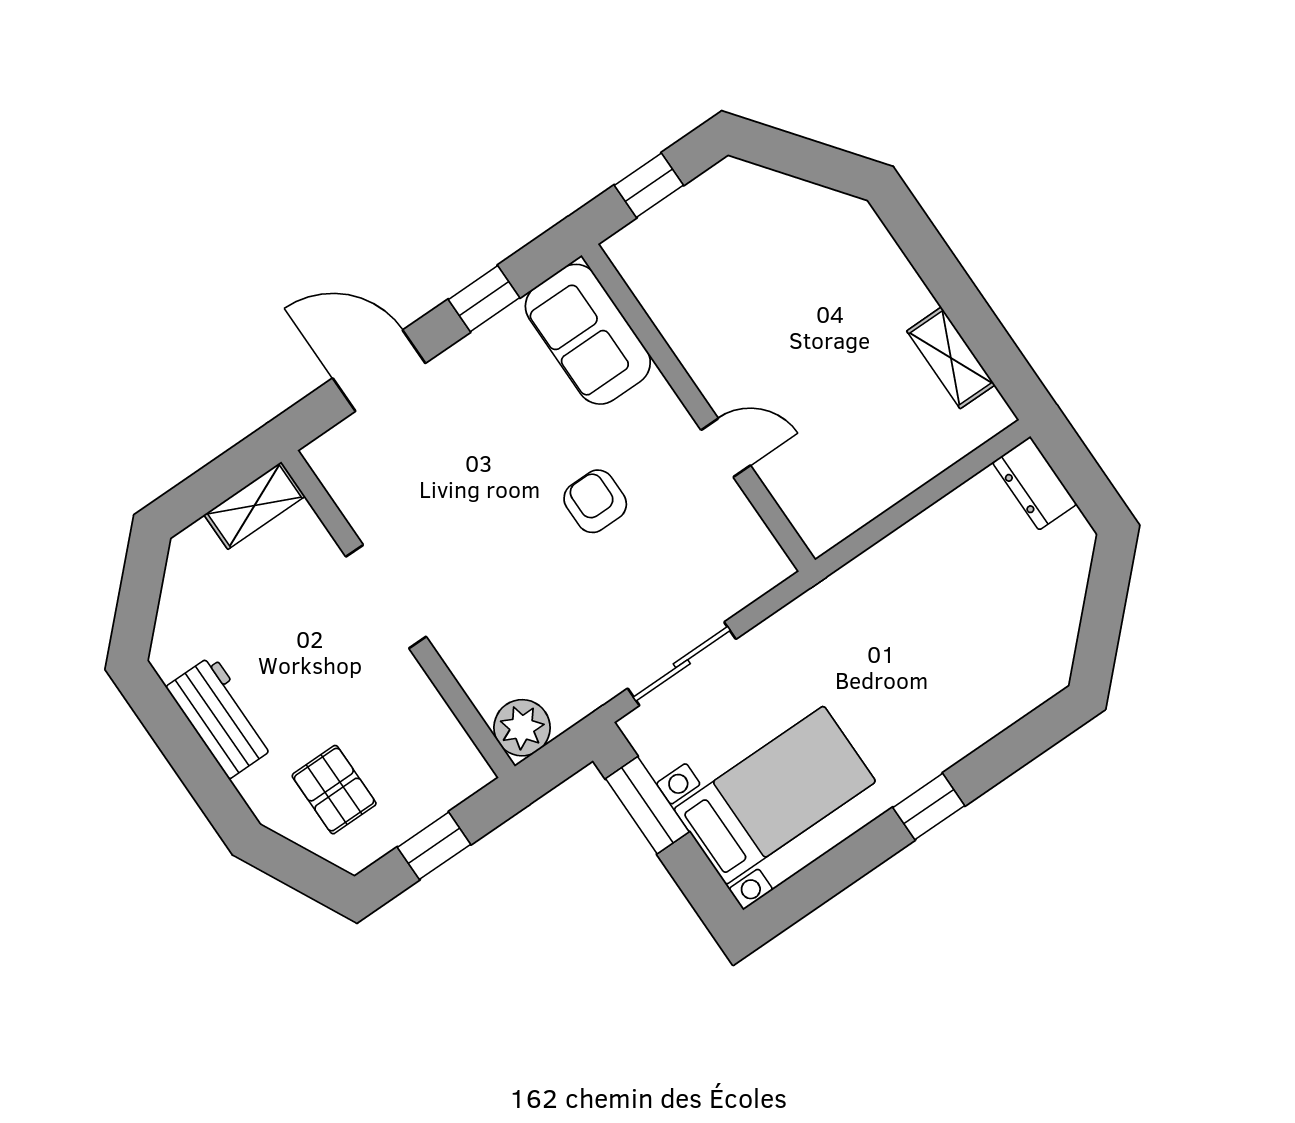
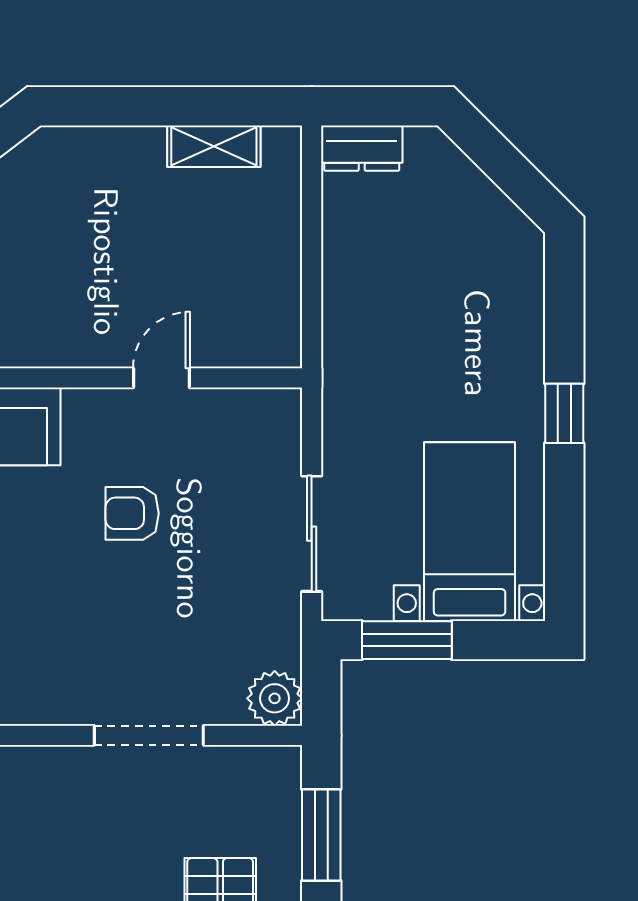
doorway: (386, 597) -> (149, 735), moved
window: (434, 846) -> (321, 835), width x1.50

